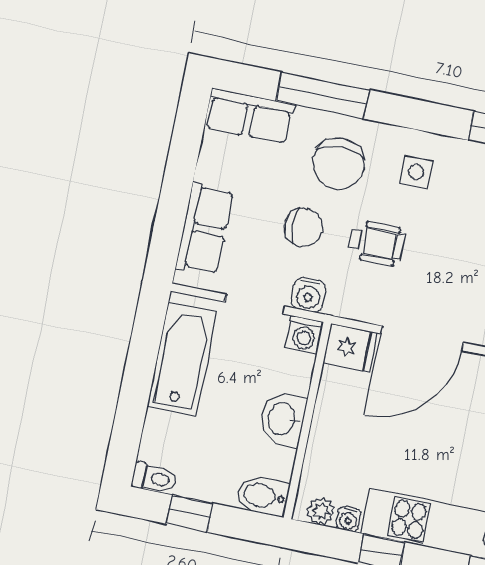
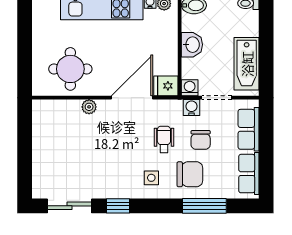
row of seats: (249, 116) -> (249, 174), moved, turned -90
chair: (339, 164) -> (190, 174), turned 90
chair: (304, 227) -> (201, 140), turned -90
wheelchair: (376, 243) -> (164, 139), turned 90

